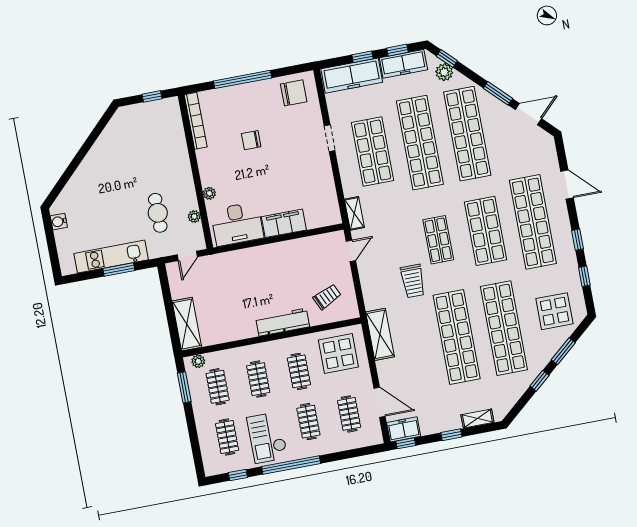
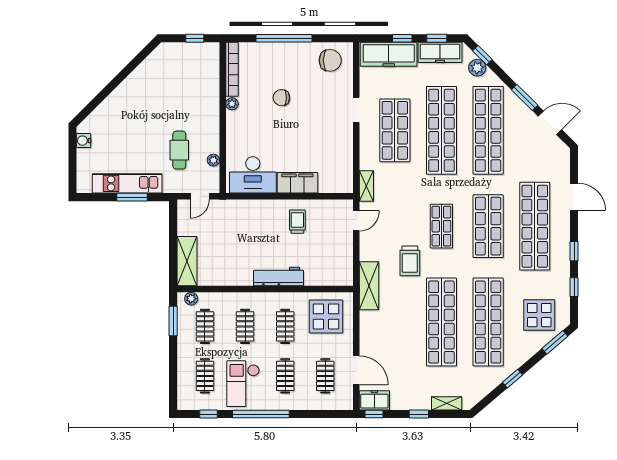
plant: (209, 193) -> (232, 104), moved
trolley: (327, 297) -> (297, 222), moved, turned -65
shelving: (380, 334) -> (369, 286), moved
window: (563, 351) -> (555, 342), moved

